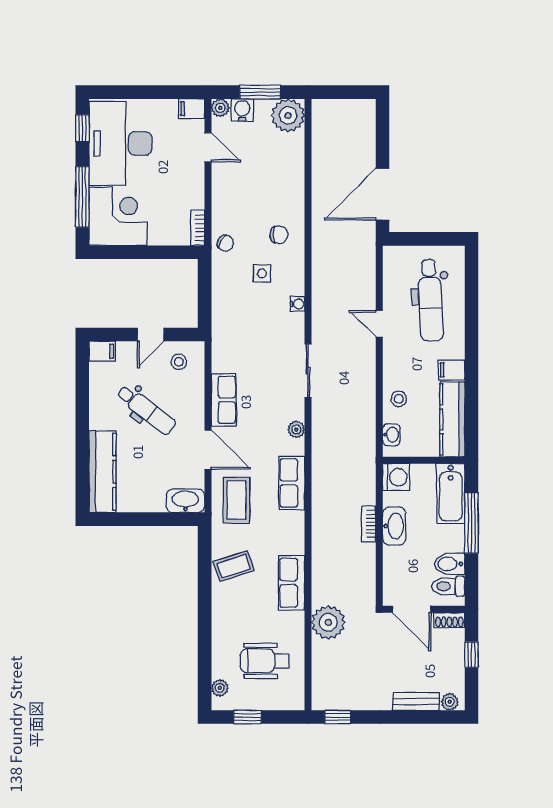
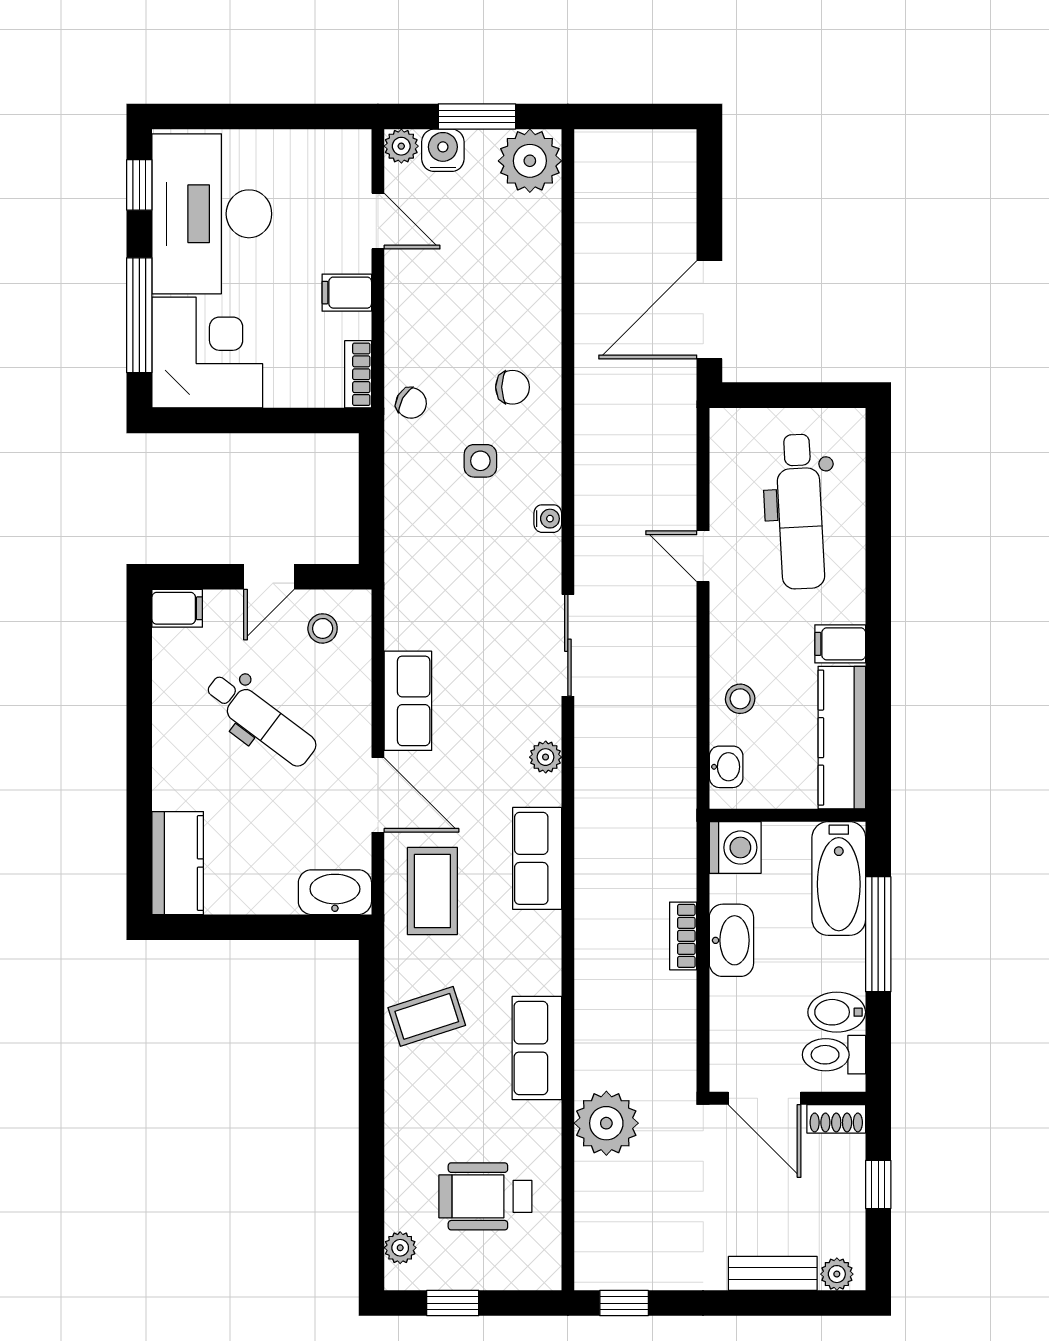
filing cabinet: (192, 109) -> (347, 293), moved
kitchen counter: (103, 472) -> (178, 863), width x0.67

